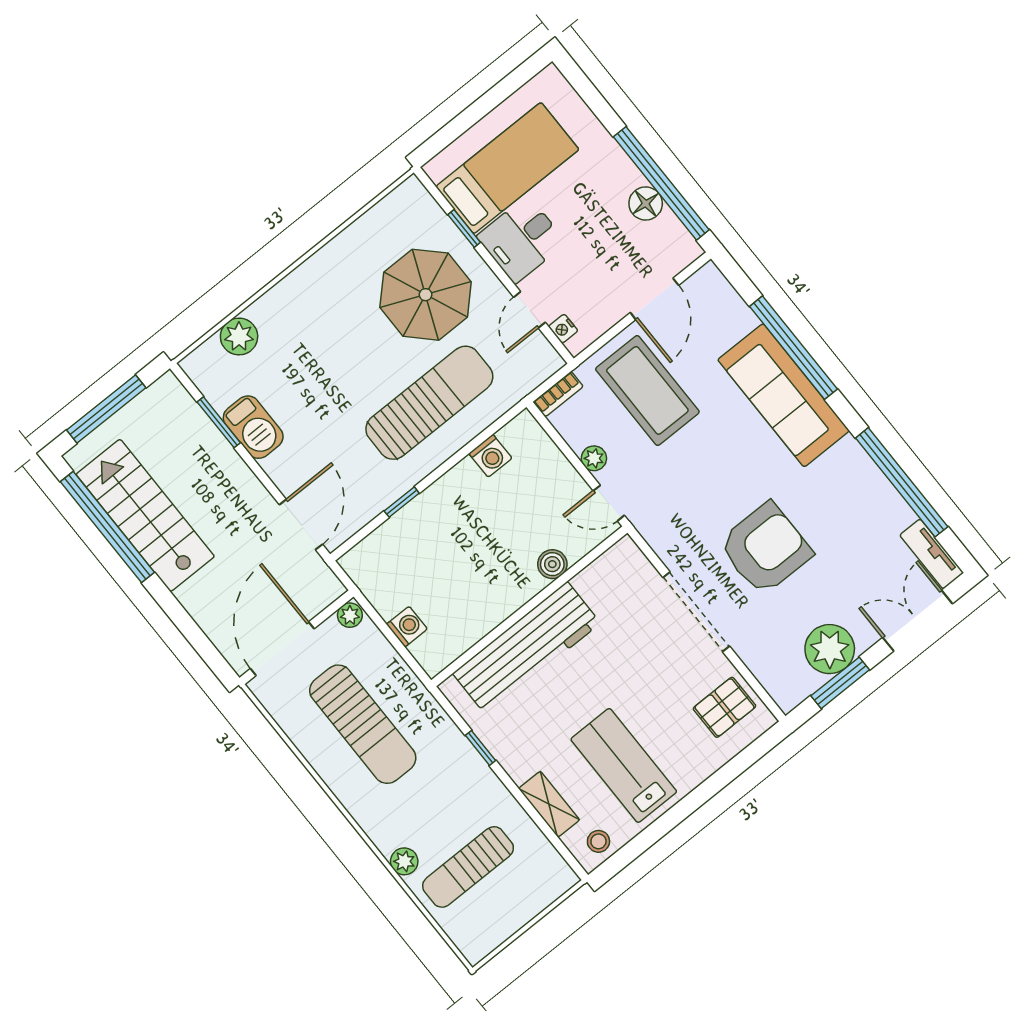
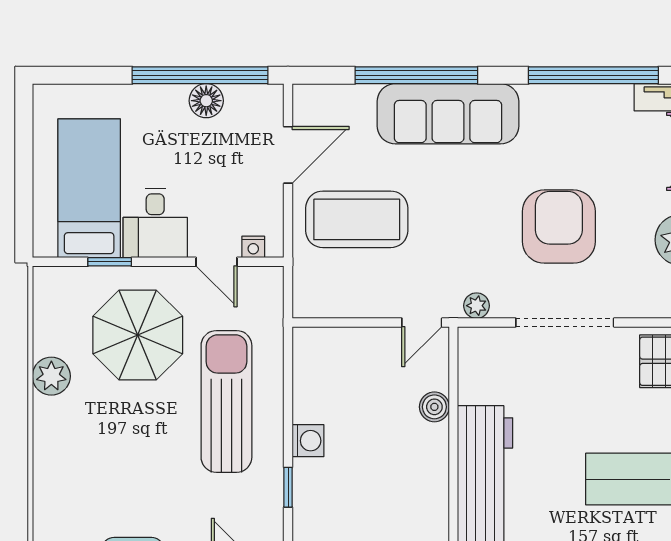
door: (654, 299) -> (288, 155), hinge flipped
plant: (239, 336) -> (51, 376), moved
bookcase: (558, 394) -> (302, 293), removed
washing machine: (490, 456) -> (308, 441), moved
plant: (594, 458) -> (477, 306), moved

